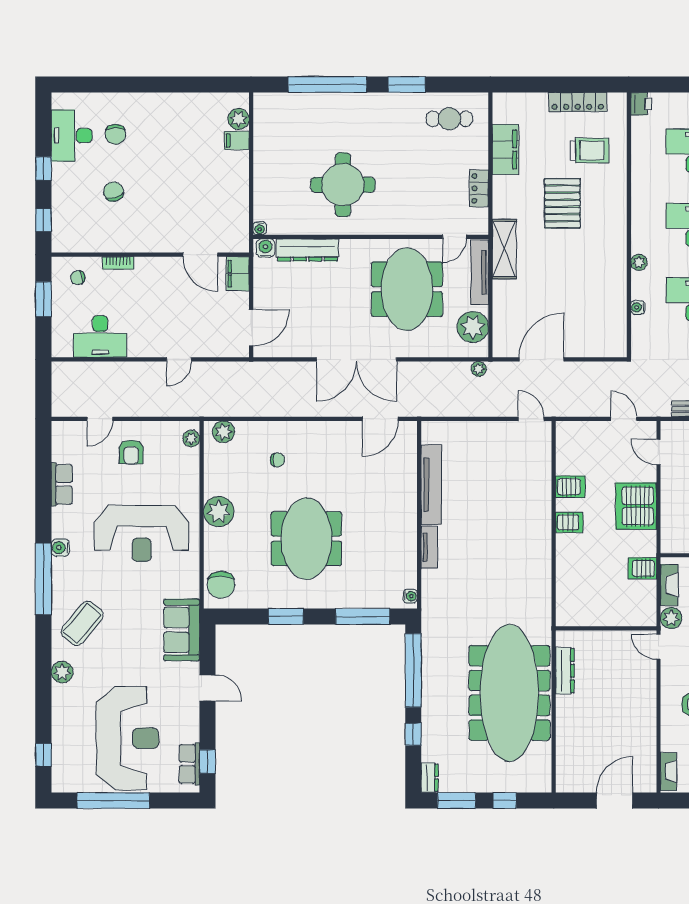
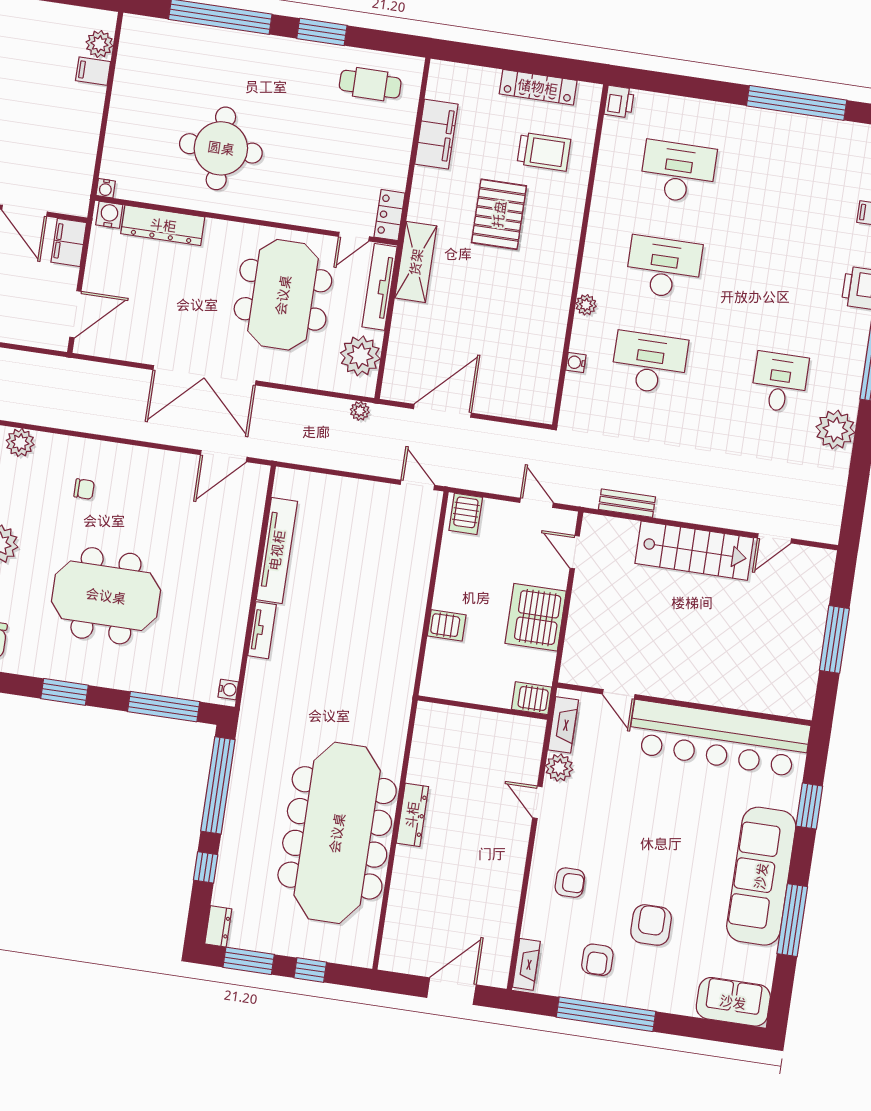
locker: (479, 188) -> (390, 215), moved
server rack: (570, 487) -> (466, 514), moved, turned 90
meeting table: (306, 539) -> (106, 596), turned 90
wall: (606, 628) -> (483, 708), moved

